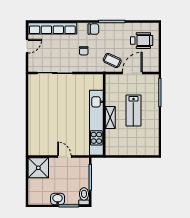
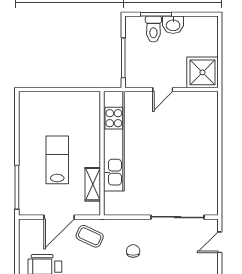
door: (27, 46) -> (220, 242), moved
shelving: (110, 117) -> (93, 184), moved
door: (64, 157) -> (163, 90), hinge flipped
toilet: (84, 196) -> (153, 29), moved

